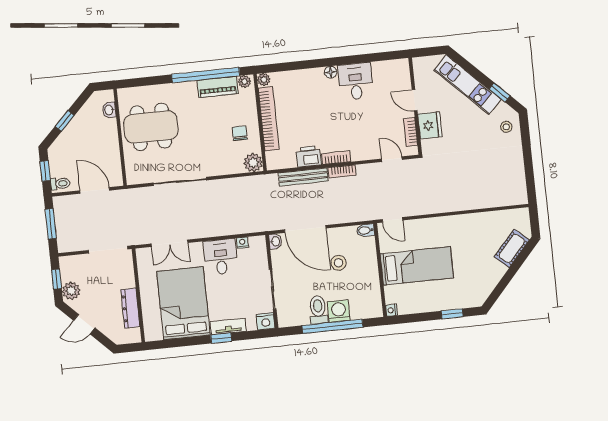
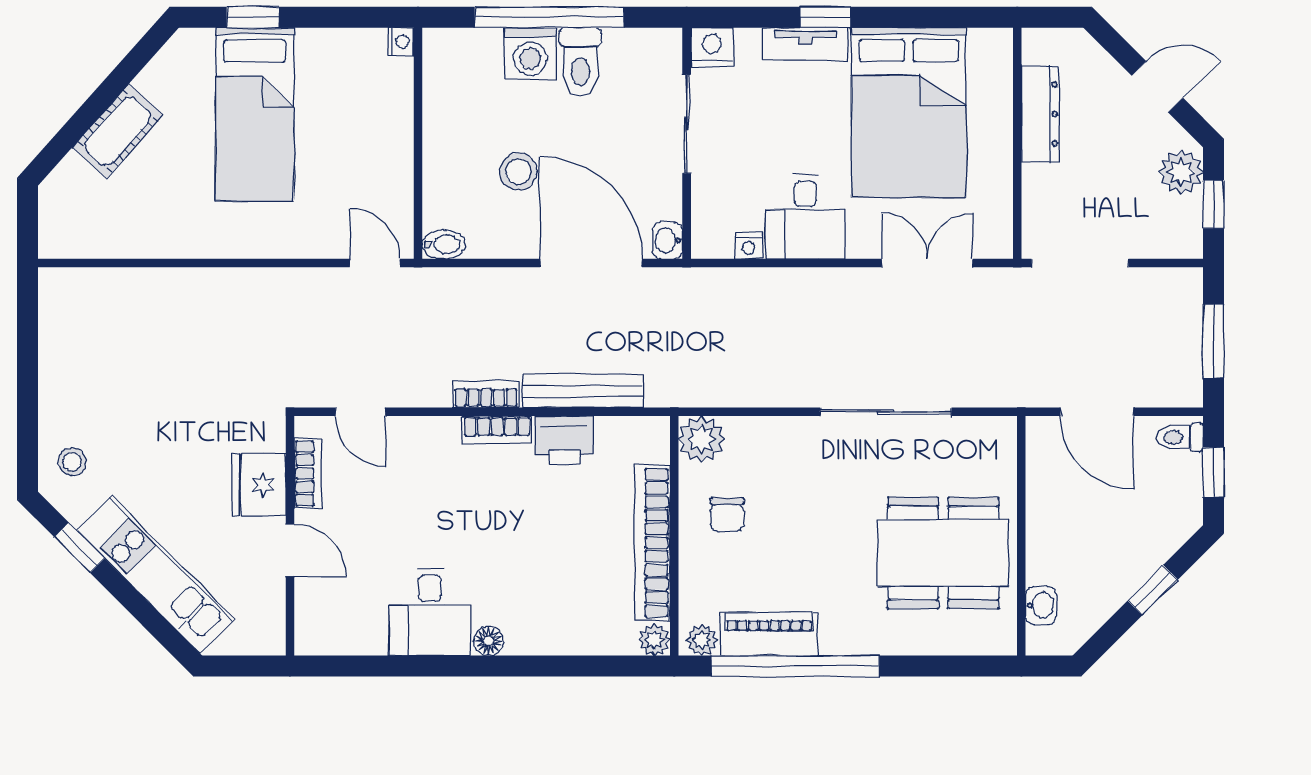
cot: (512, 248) -> (118, 131), moved
bed: (417, 266) -> (255, 114), moved, turned -90

